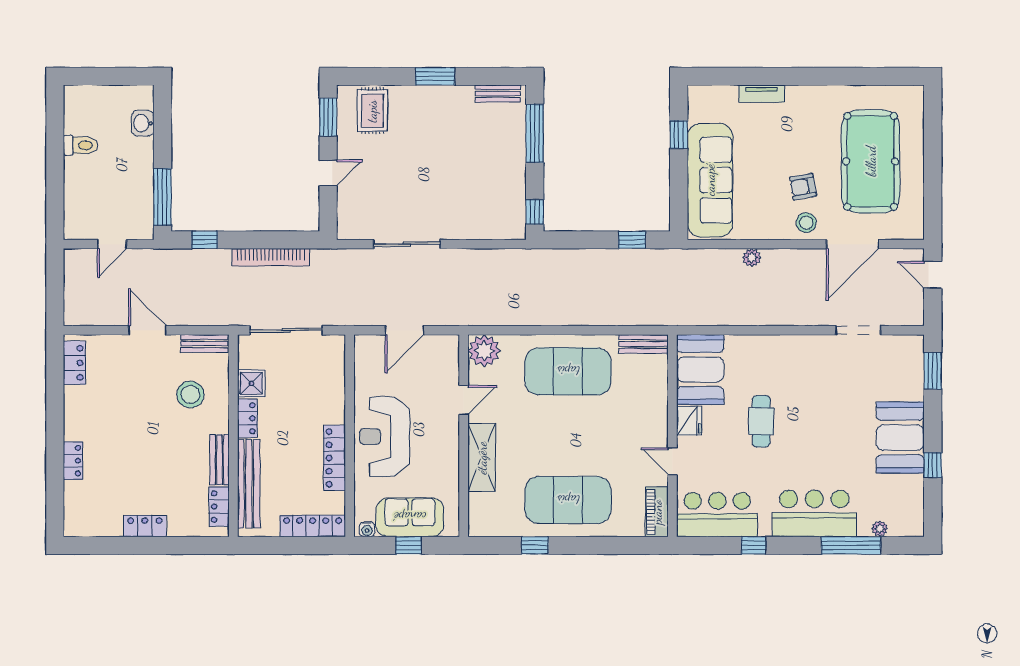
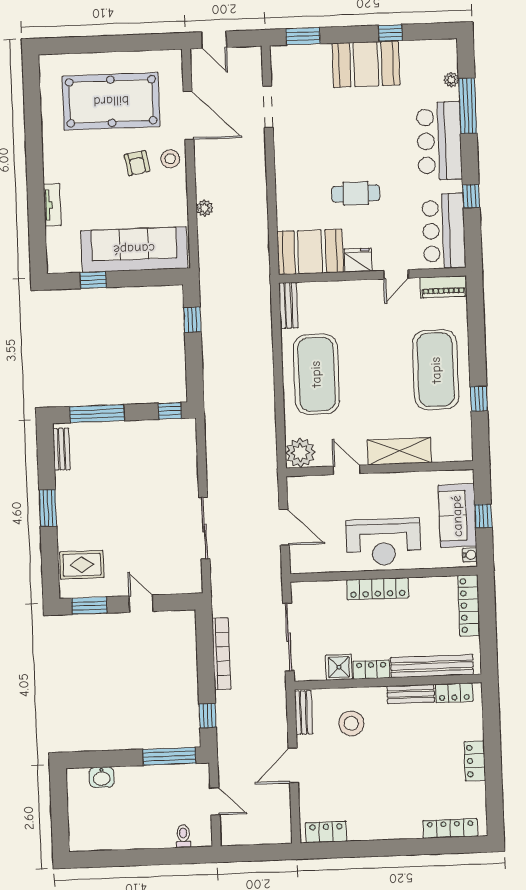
toilet: (81, 145) -> (183, 836), moved, width x0.73, depth x0.72
door: (933, 275) -> (214, 40), hinge flipped
locker: (334, 458) -> (378, 589), moved
locker: (73, 461) -> (450, 828), moved, width x1.53

